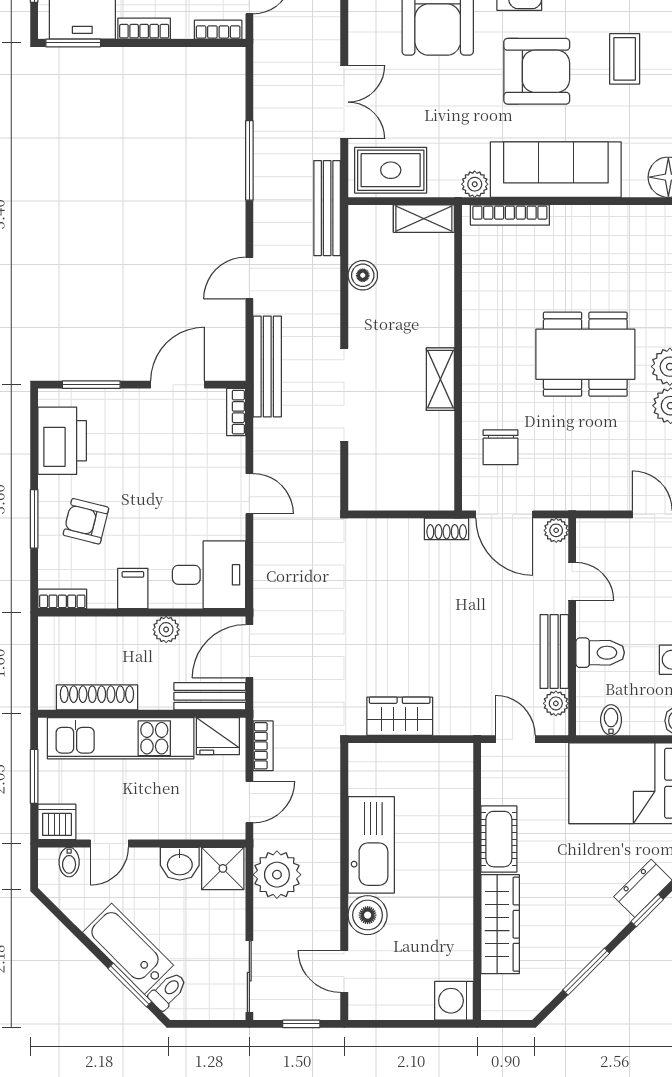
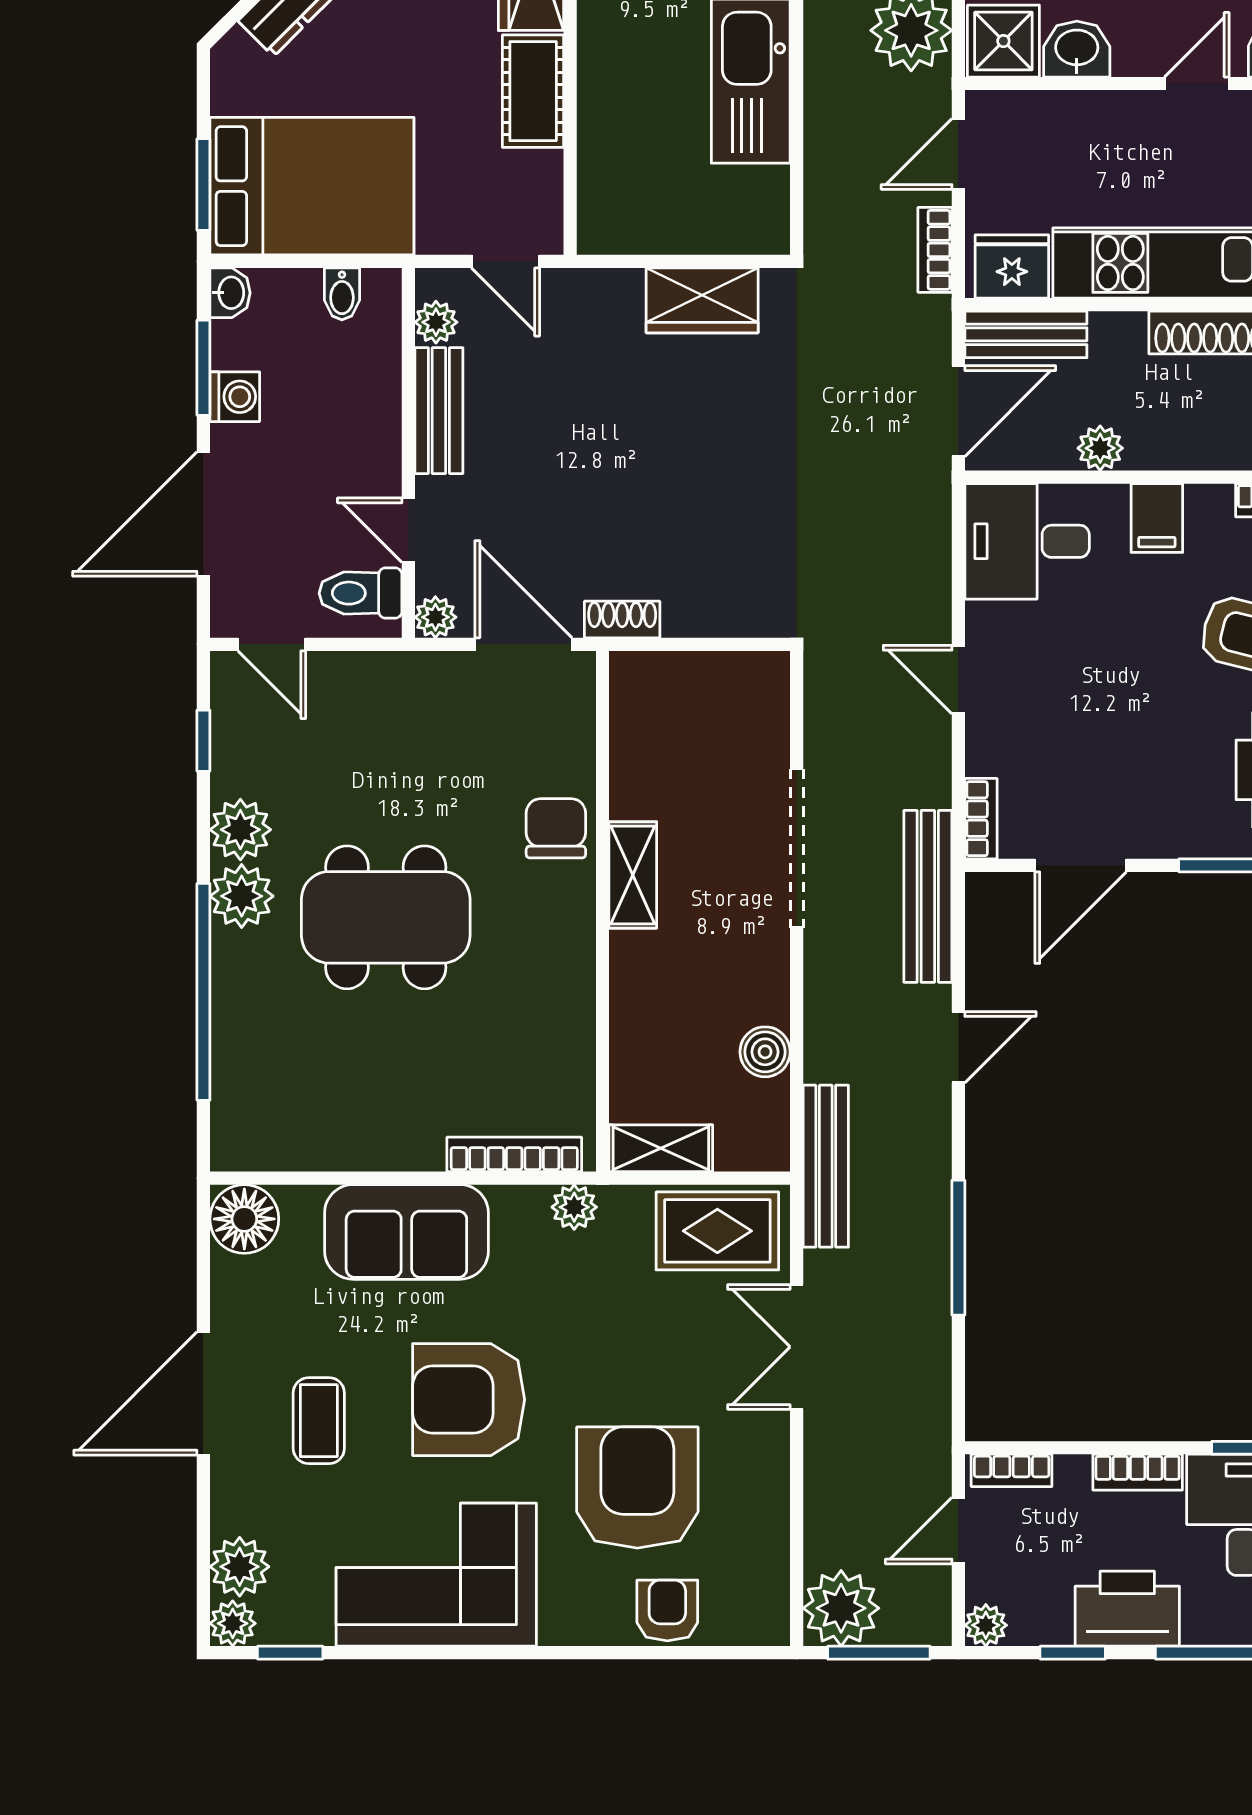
sofa: (556, 170) -> (406, 1232), width x0.73
chair: (501, 447) -> (556, 828), moved
toilet: (600, 653) -> (360, 593), moved

